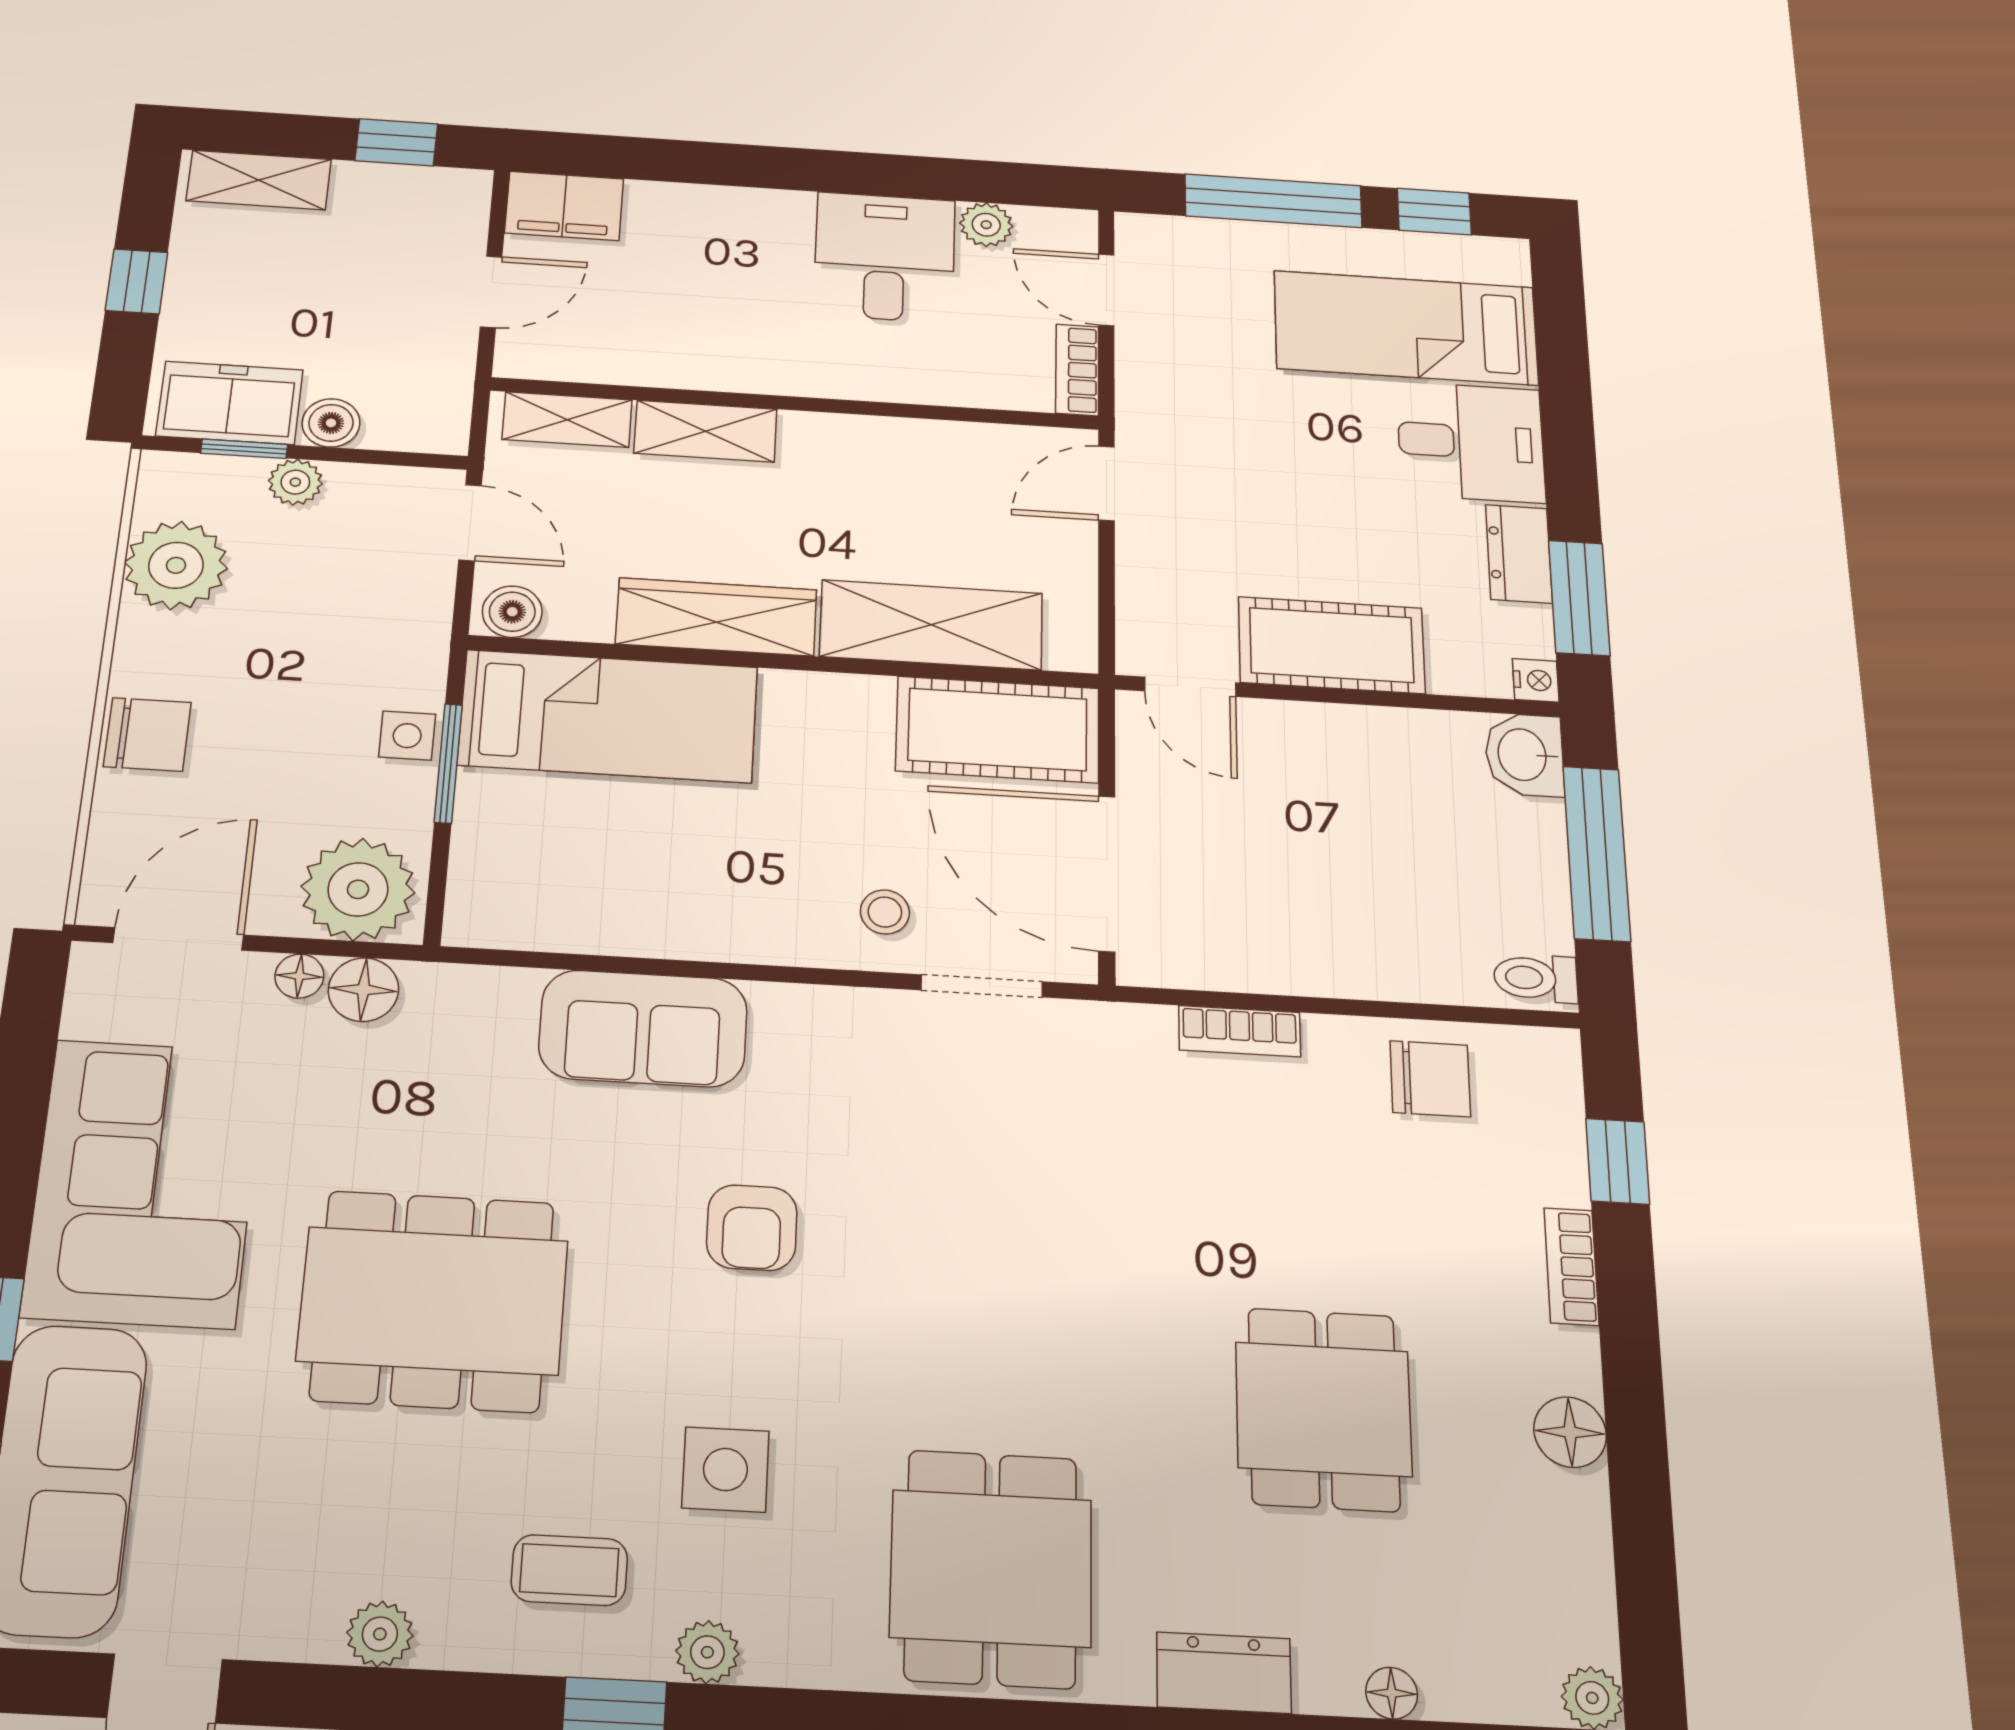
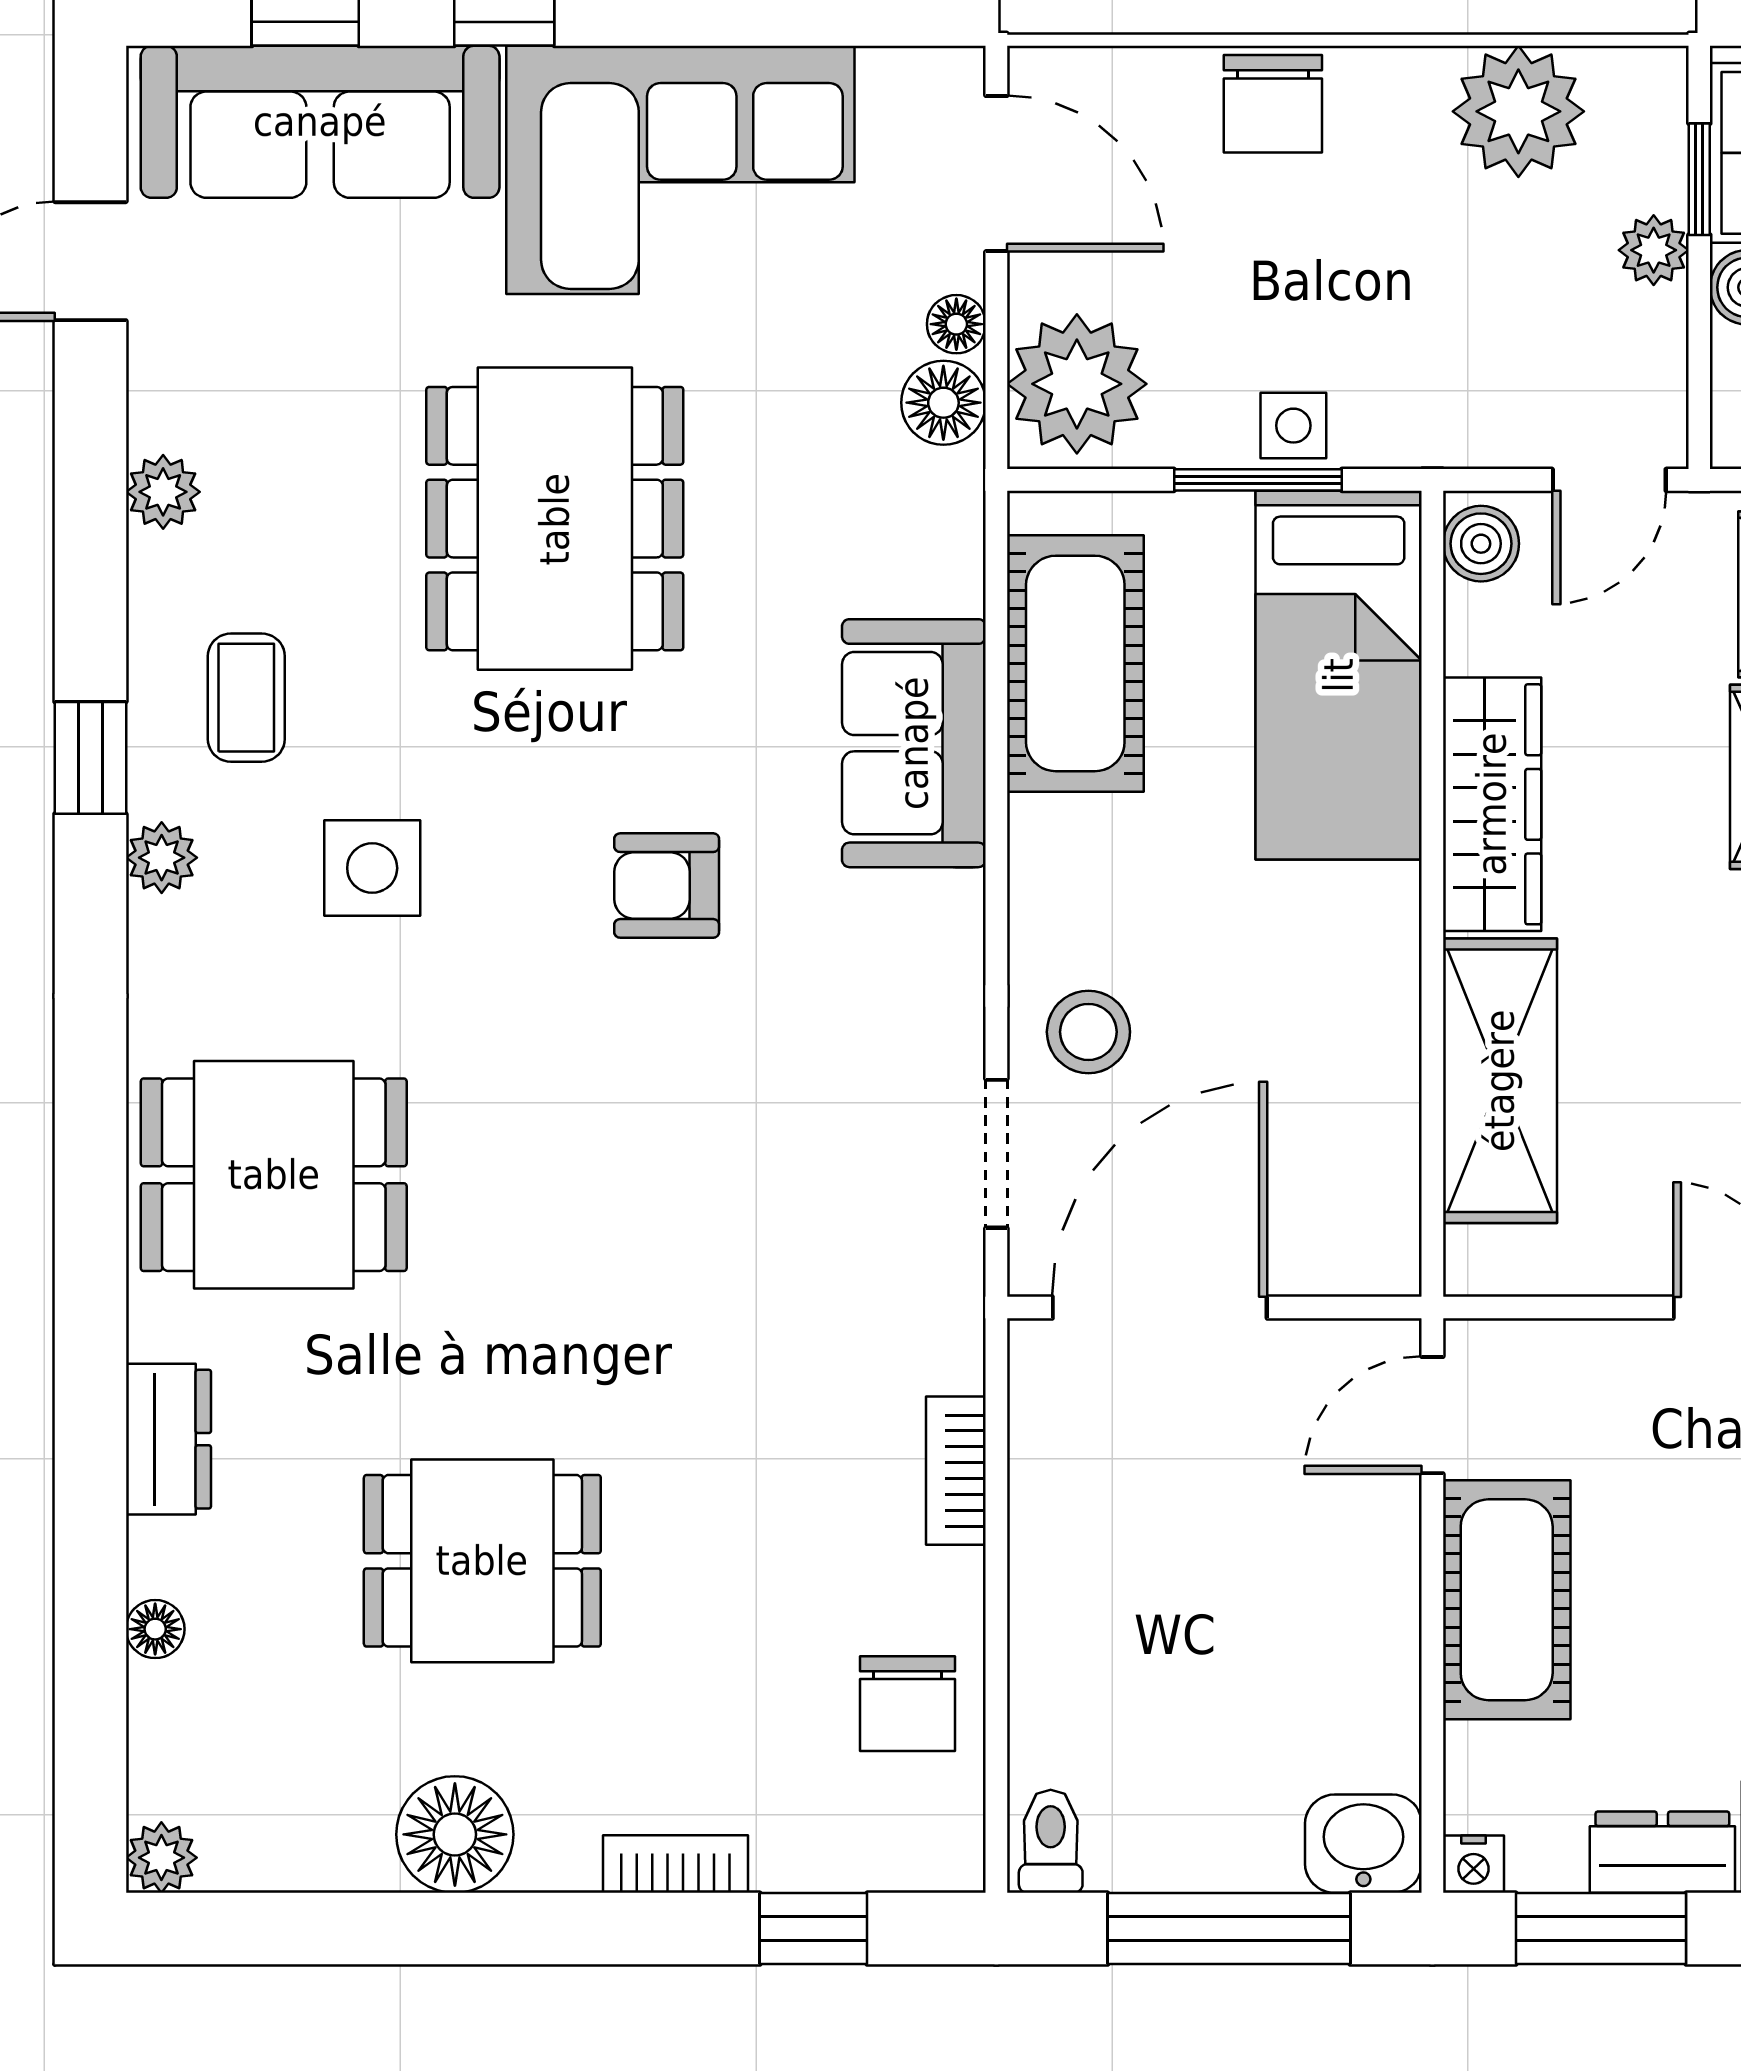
cot: (998, 729) -> (1075, 663), moved
stool: (885, 912) -> (1088, 1032), width x1.37, depth x1.37
floor lamp: (1570, 1432) -> (455, 1834), width x1.38, depth x1.38

